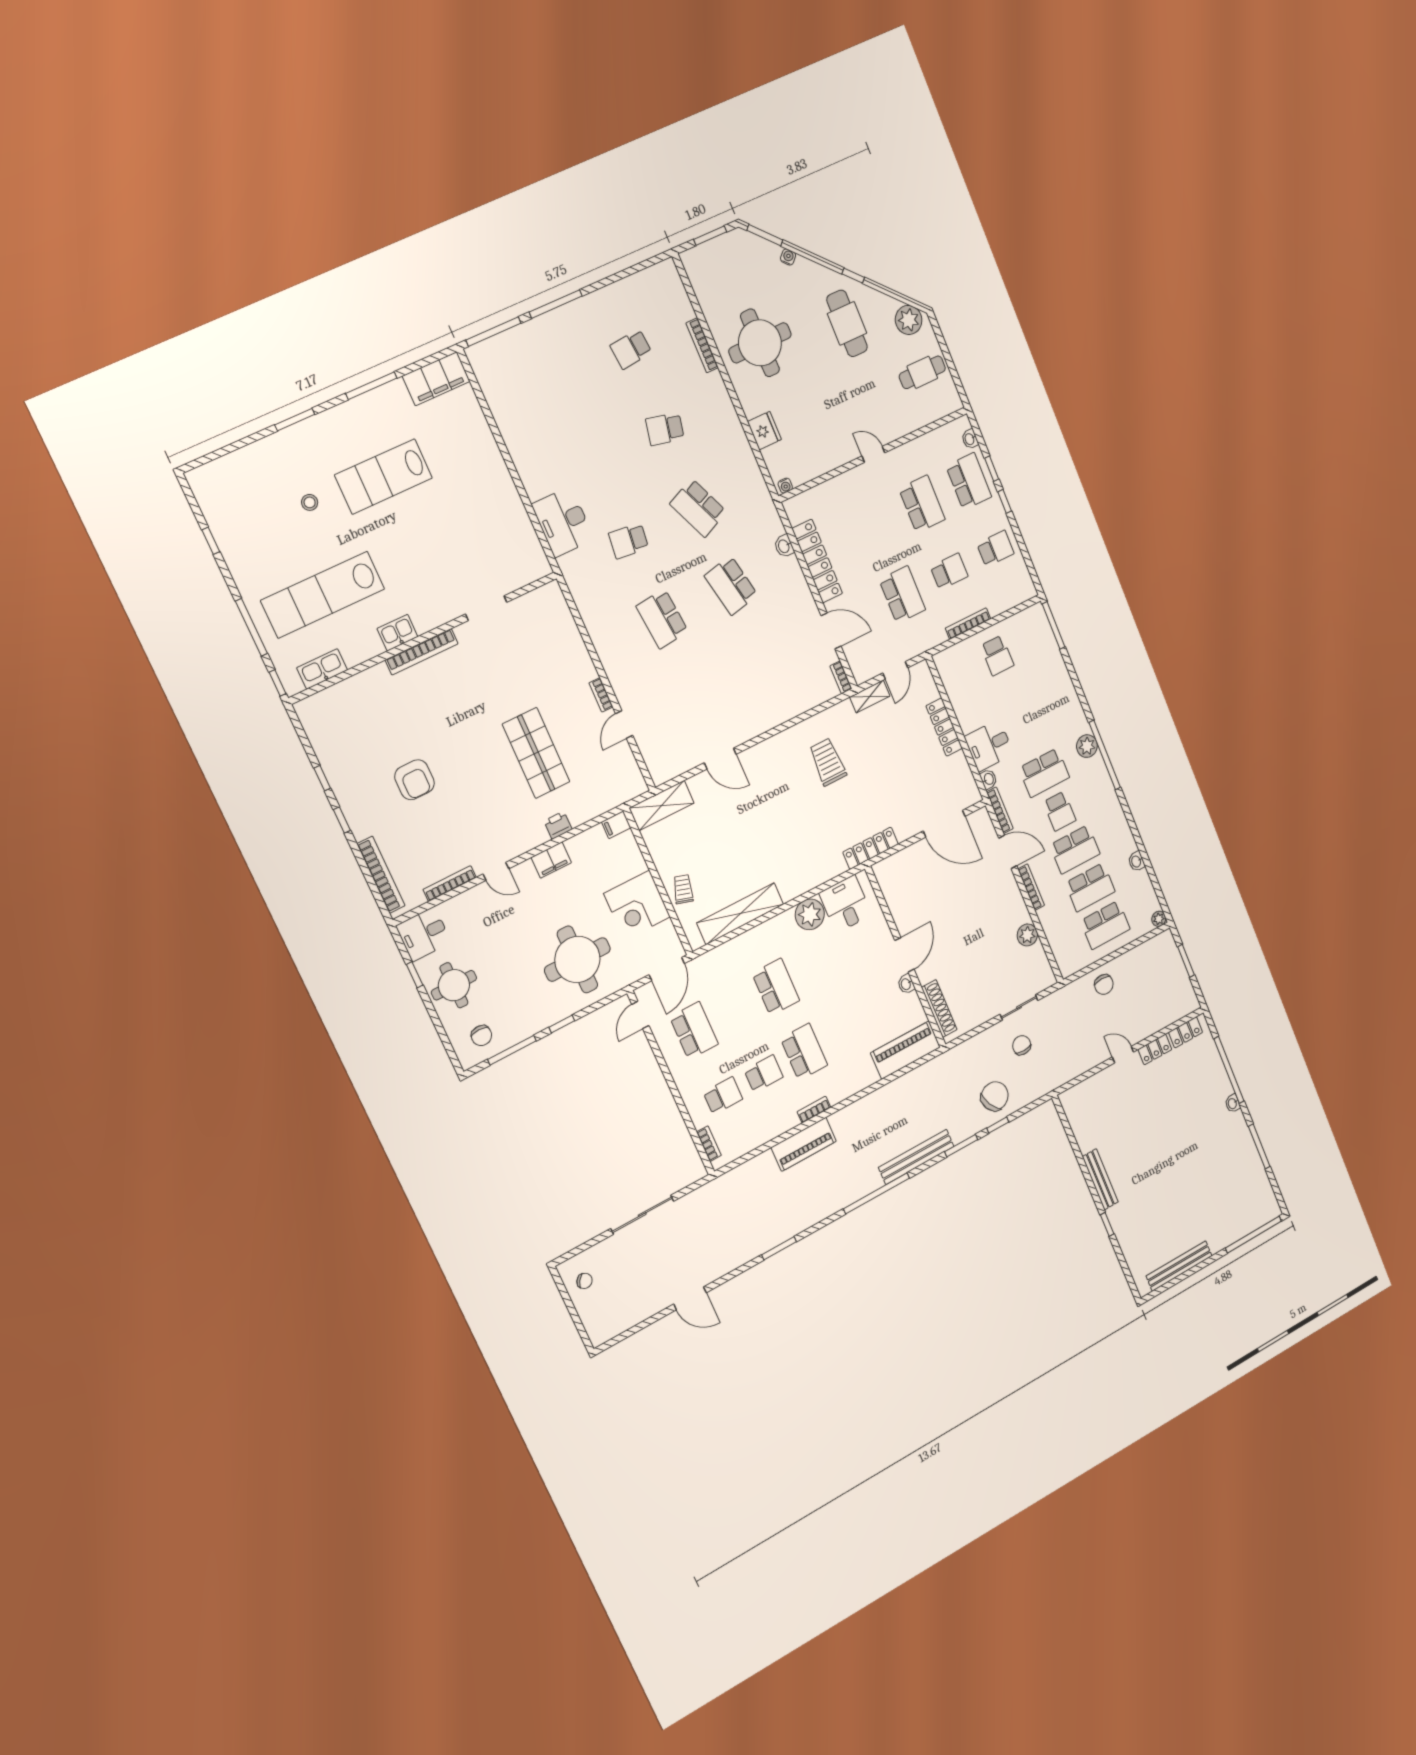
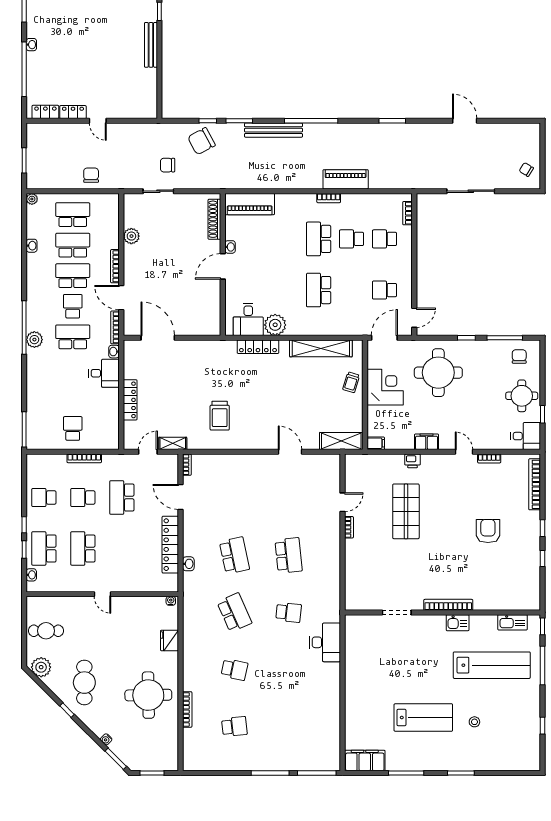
locker: (871, 848) -> (258, 347), moved
bookcase: (450, 884) -> (489, 459), width x0.64
school desk: (694, 1031) -> (384, 290), width x0.54
chair: (1022, 1045) -> (168, 165), turned 90

